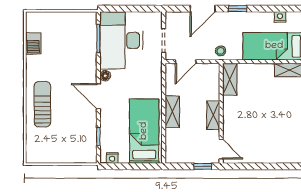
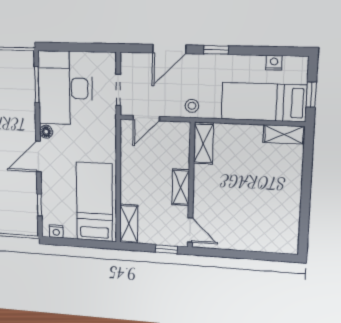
door: (98, 96) -> (38, 157), hinge flipped
shelving: (172, 112) -> (129, 224), moved

